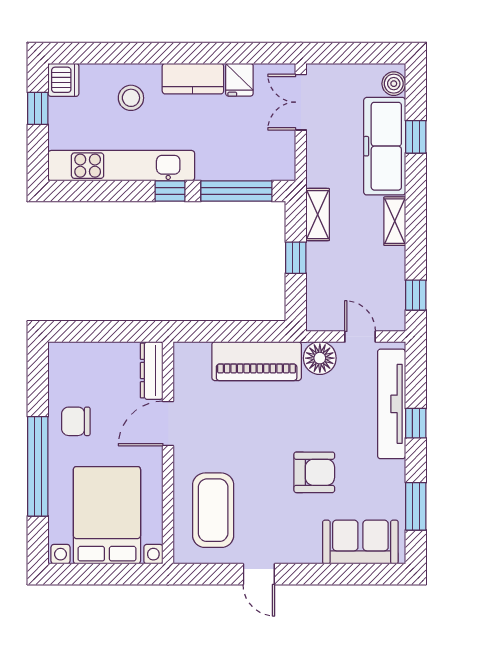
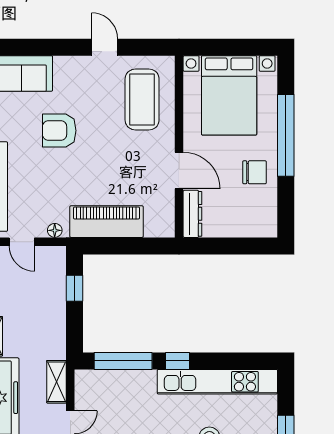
shelving: (318, 215) -> (56, 382), moved
window: (296, 258) -> (74, 288), moved
floor lamp: (320, 358) -> (55, 230), width x0.53, depth x0.53
door: (168, 424) -> (179, 170), hinge flipped

